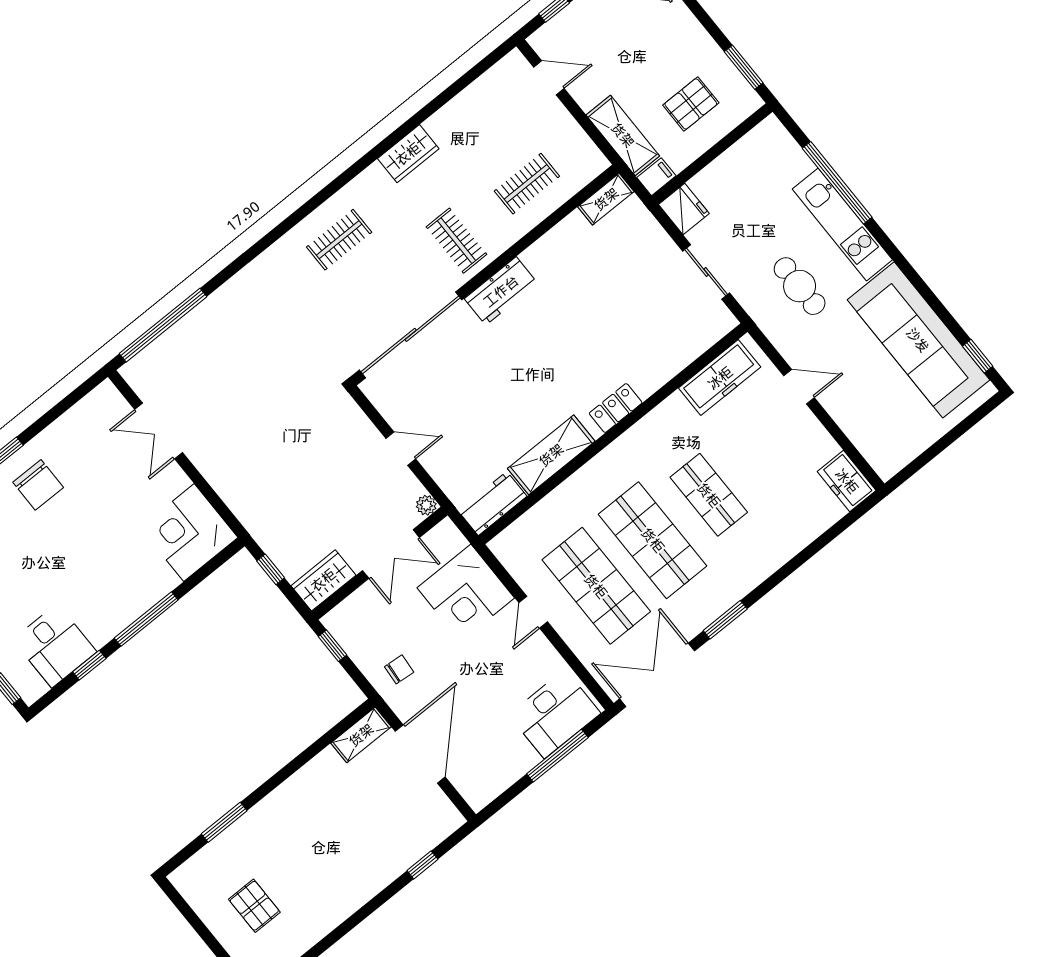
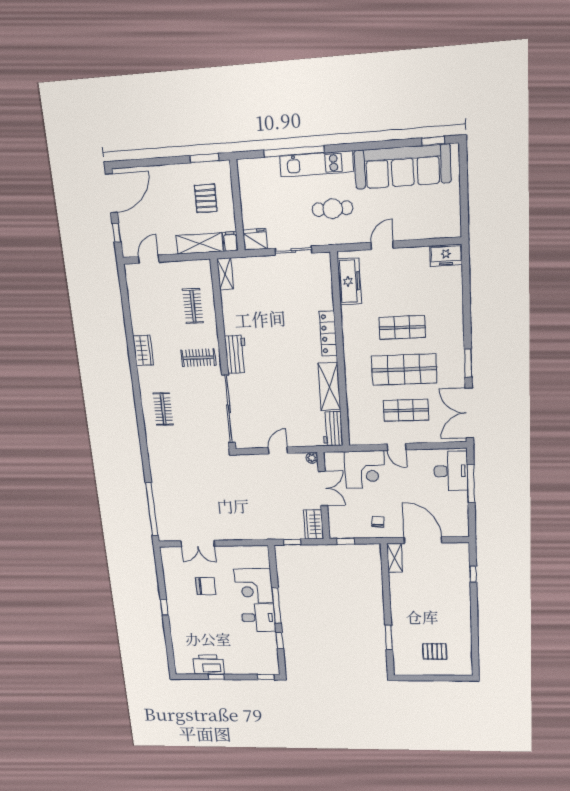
locker: (616, 408) -> (328, 334), width x1.53
chair: (38, 485) -> (206, 586), moved
corner desk: (189, 533) -> (253, 586), moved
shop shelf: (596, 586) -> (406, 410), width x0.70, depth x0.74
desk: (55, 646) -> (258, 618), moved

